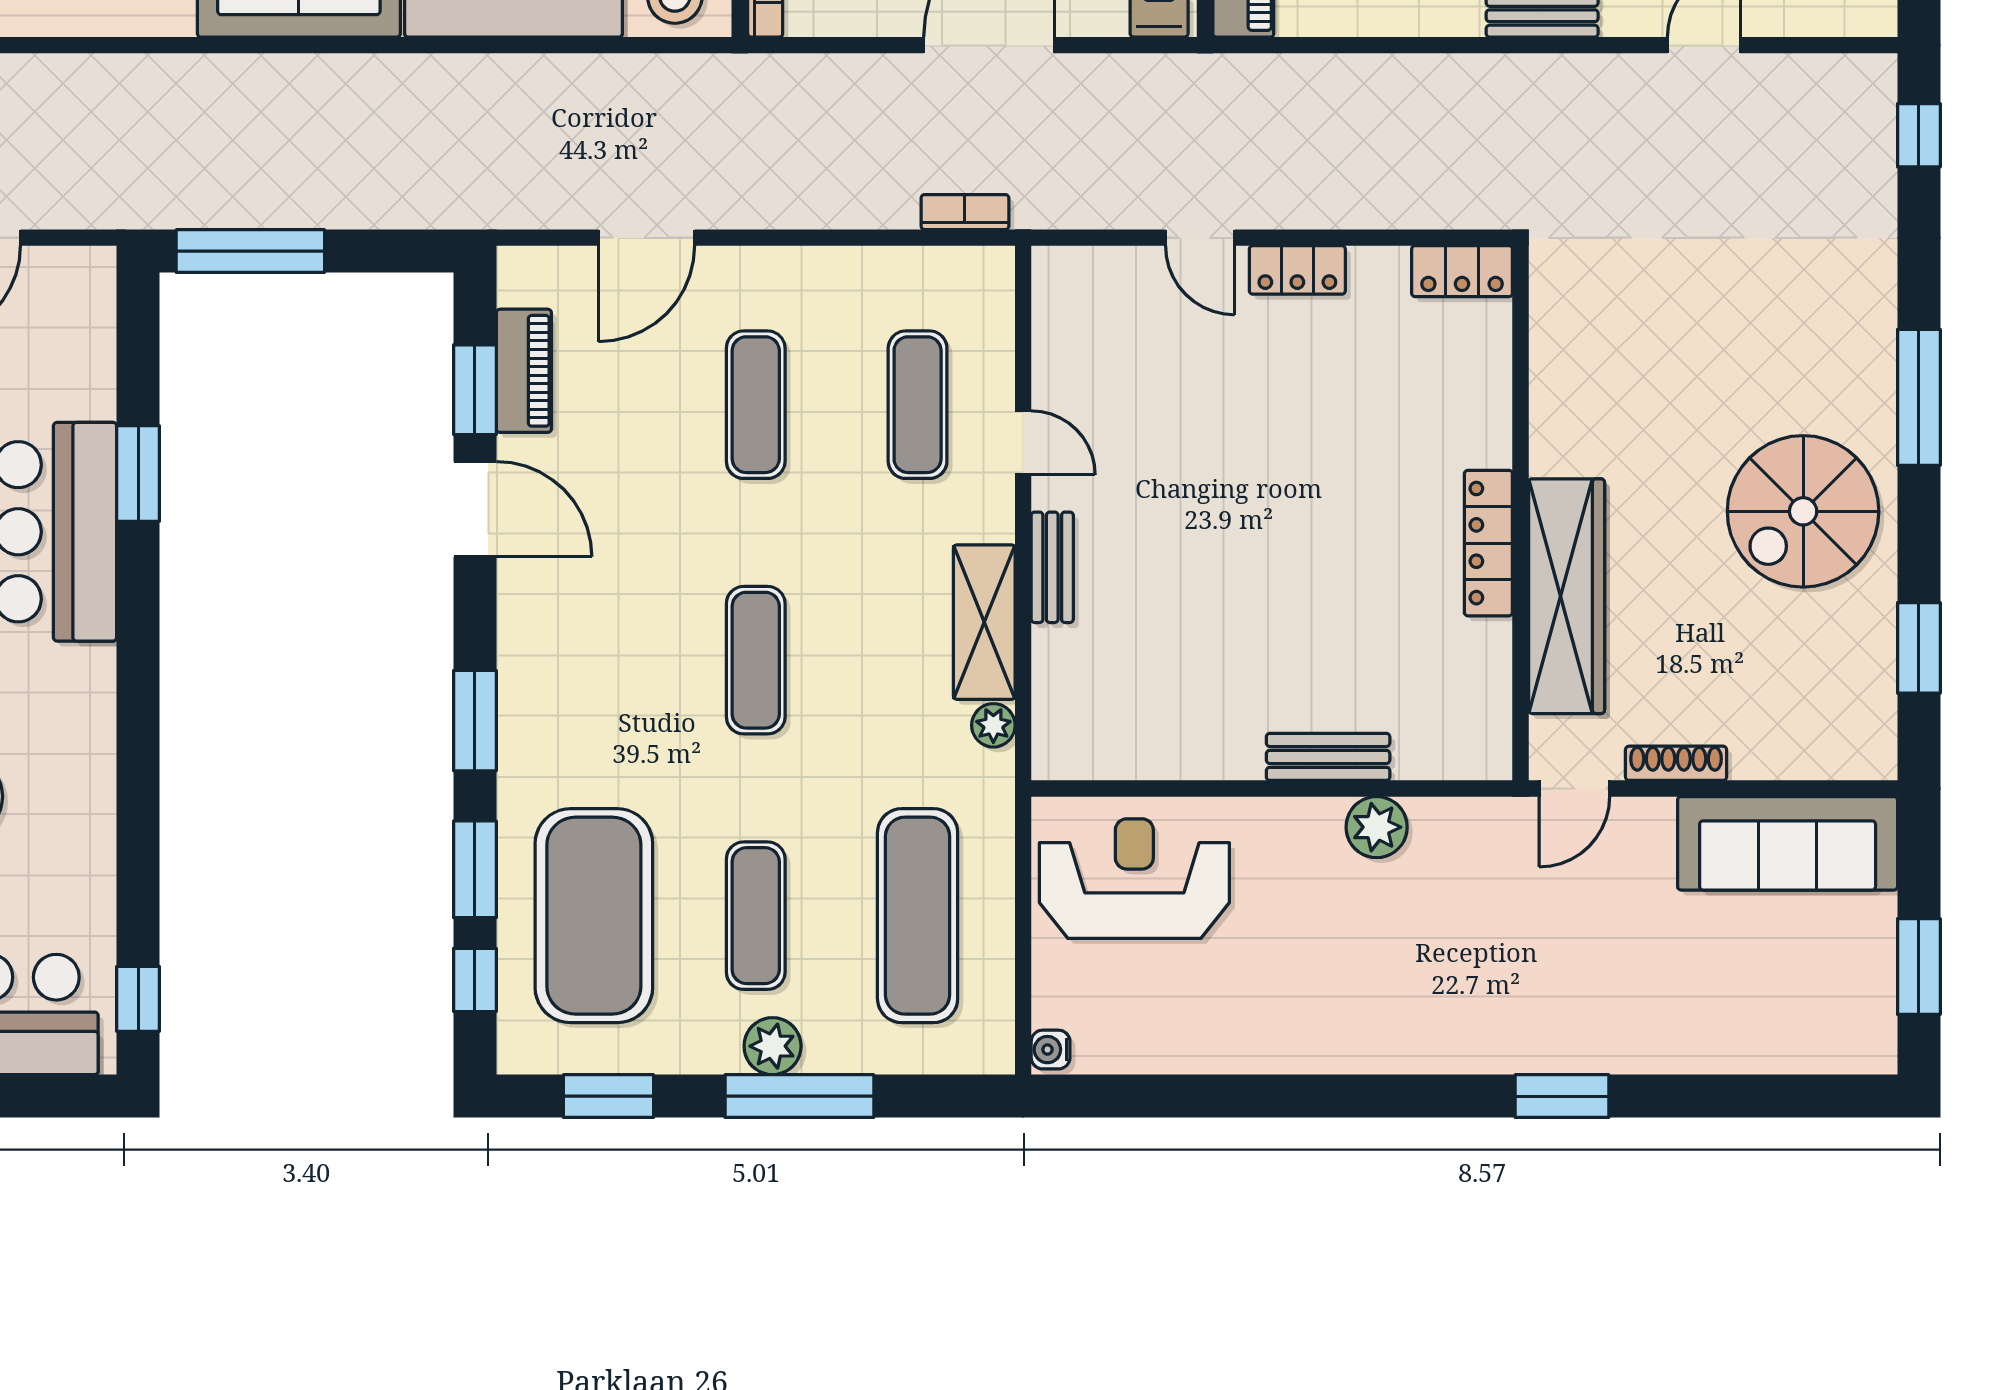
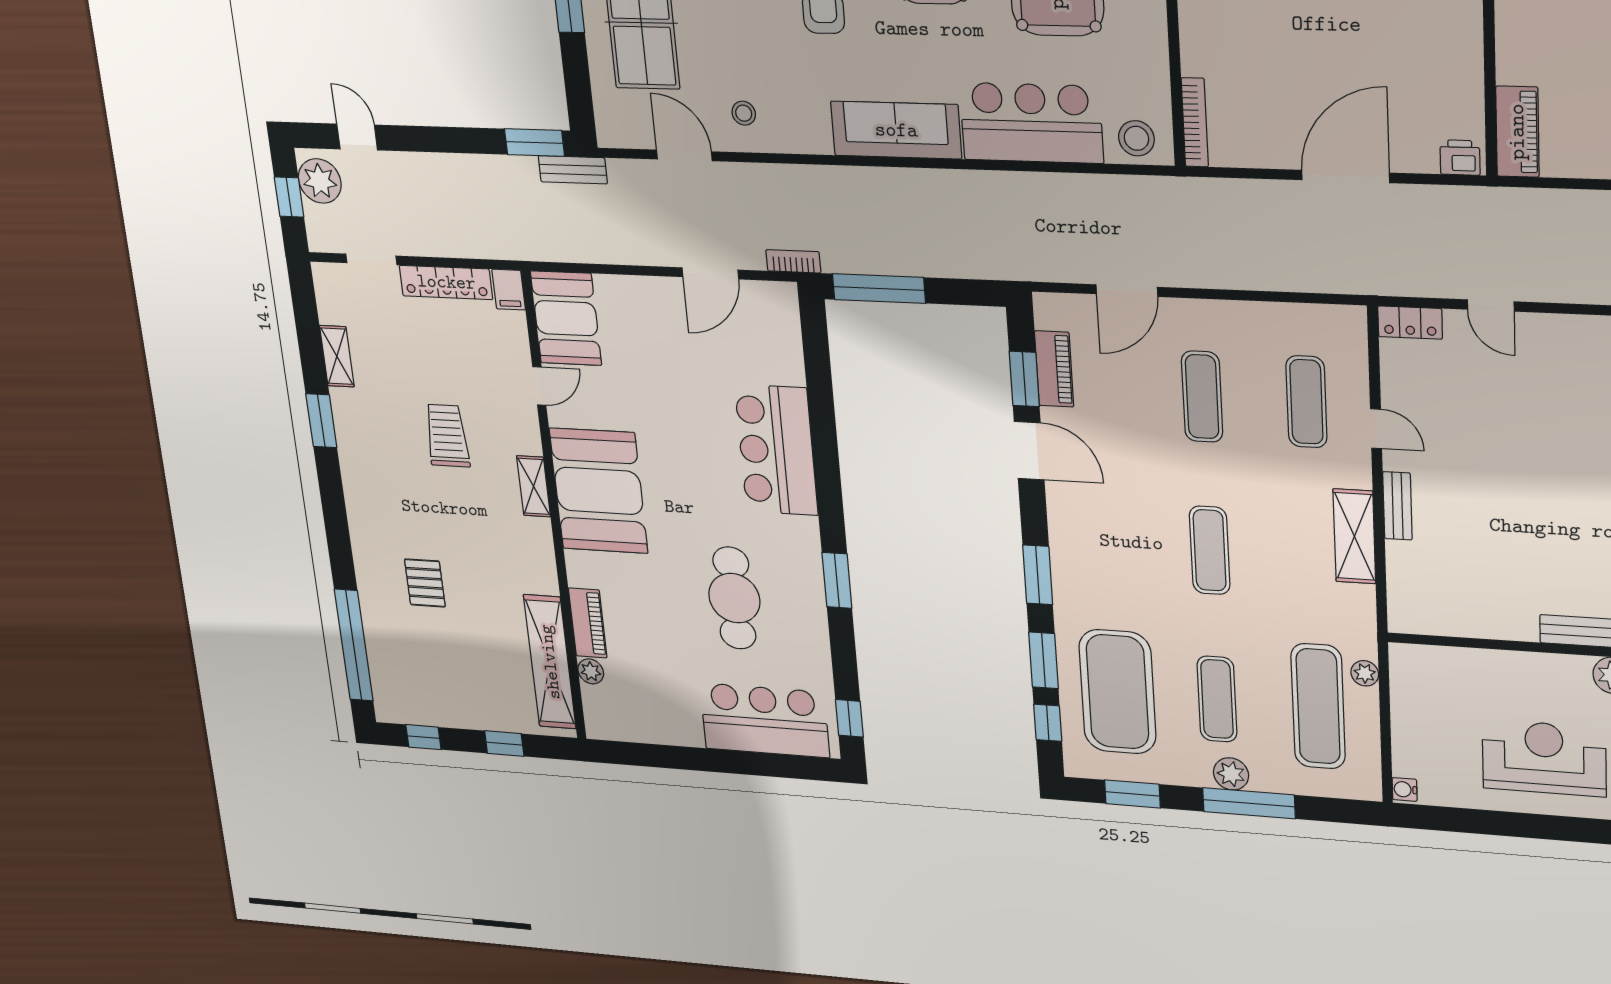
bookcase: (965, 212) -> (793, 261), moved
locker: (1297, 270) -> (1410, 323), moved
window: (138, 474) -> (837, 580), moved
plant: (993, 725) -> (1365, 673), moved
reception desk: (1134, 879) -> (1544, 758), moved

